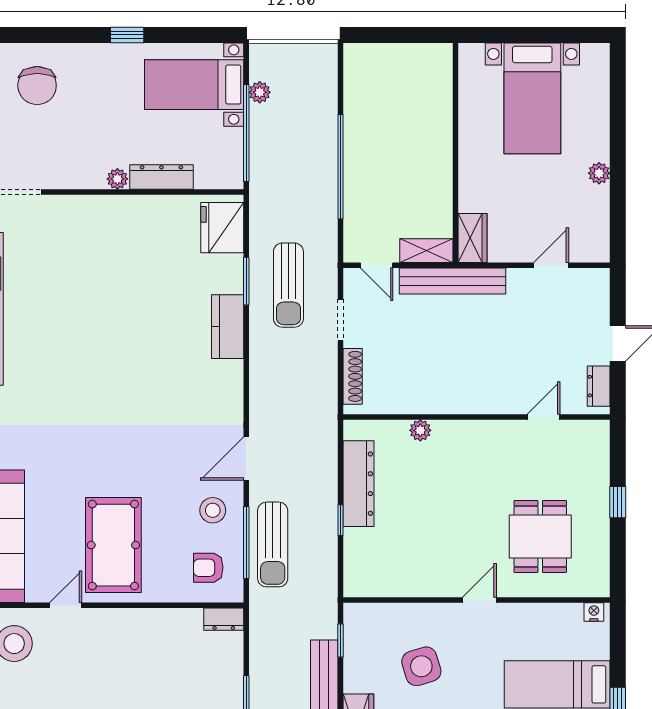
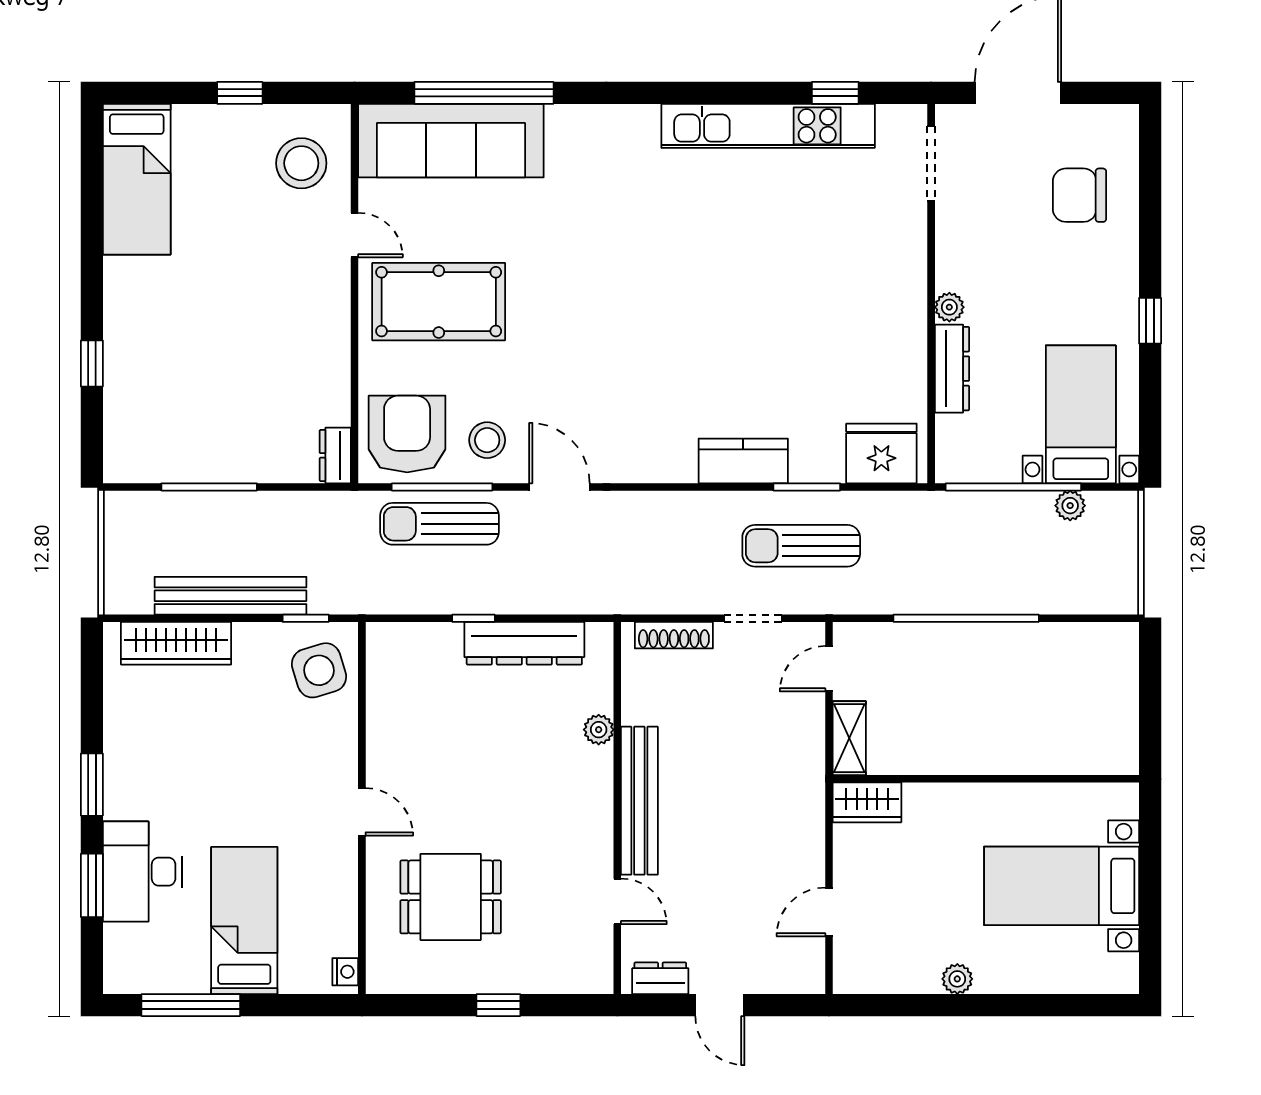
door: (551, 265) -> (829, 912), swing flipped
bench: (453, 281) -> (639, 801), moved
armchair: (208, 568) -> (407, 434), width x1.88, depth x1.88
side table: (421, 666) -> (319, 670), moved

